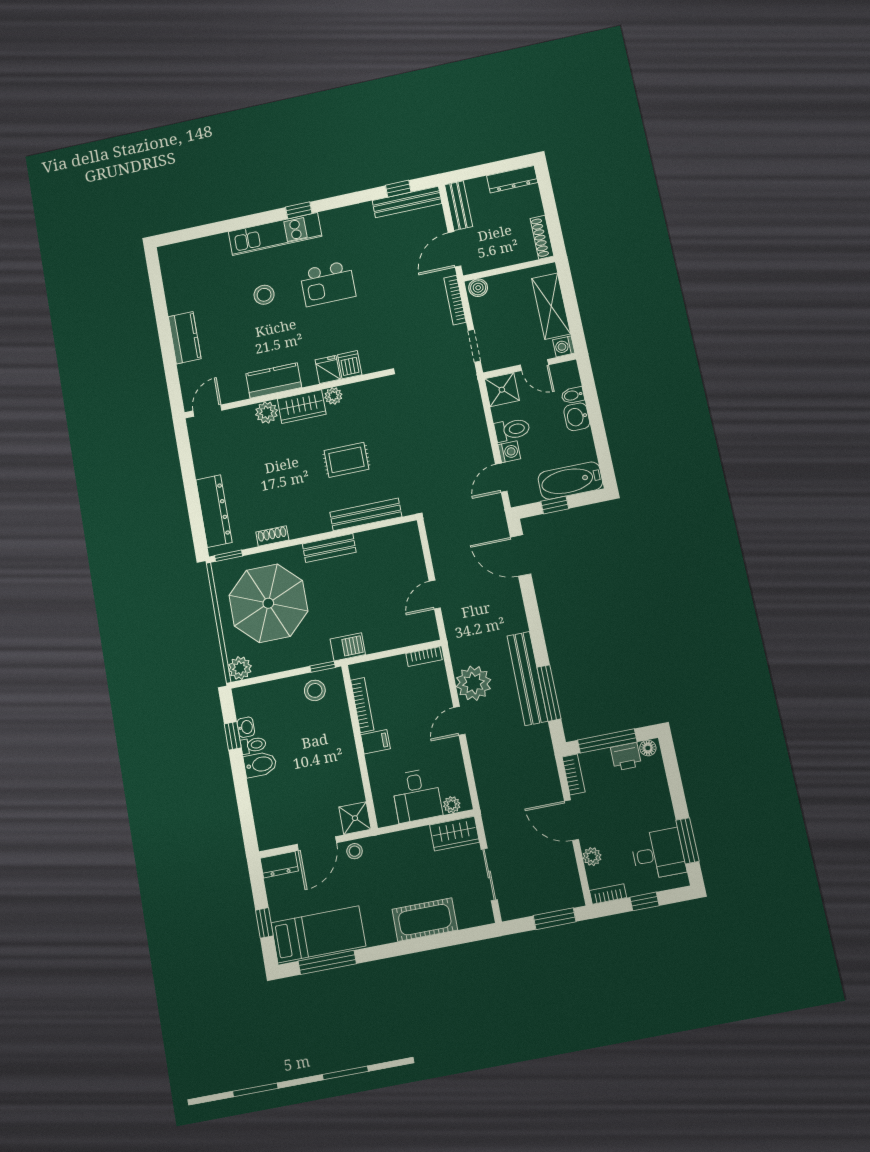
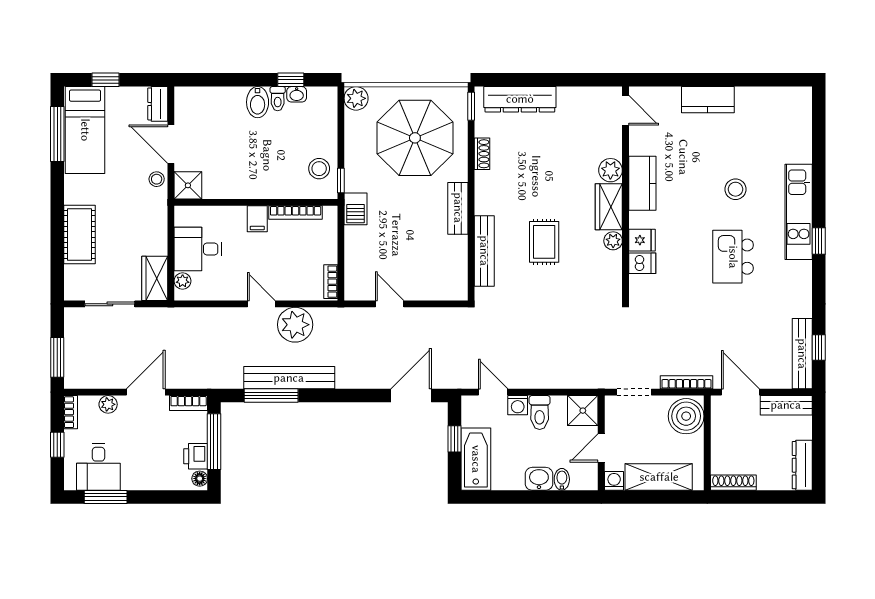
boiler: (478, 288) -> (686, 416), width x1.86, depth x1.86

